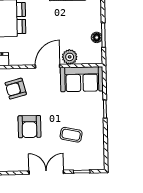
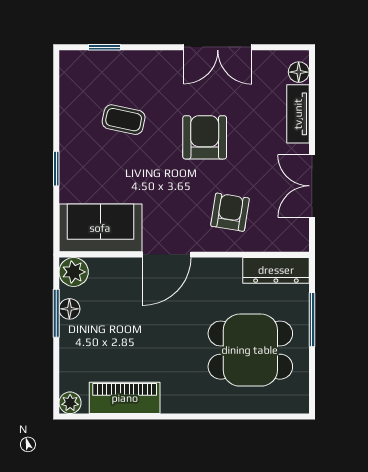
plant: (70, 57) -> (74, 272), moved
armchair: (16, 89) -> (230, 212), turned -66
double door: (46, 172) -> (218, 47), moved

